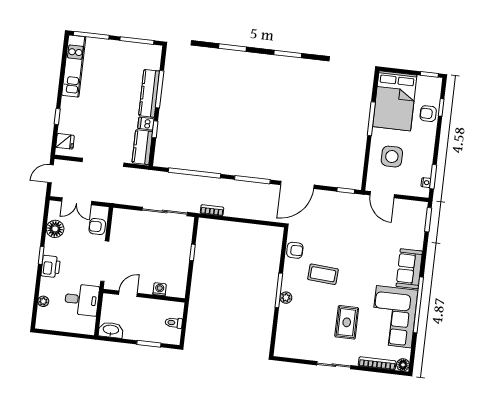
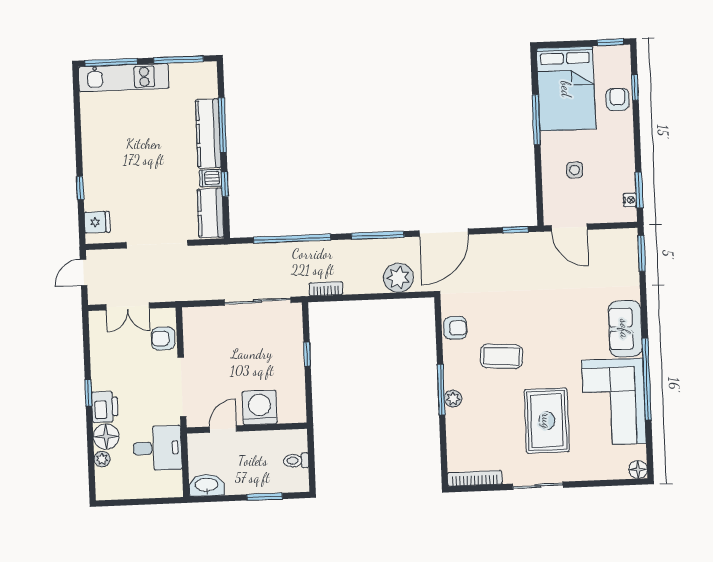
kitchen unit: (74, 66) -> (124, 78), moved, turned 90
armchair: (428, 114) -> (618, 99), turned 90
side table: (392, 157) -> (575, 170), width x0.54, depth x0.54
plant: (262, 211) -> (398, 278), added
floor lamp: (55, 229) -> (106, 437), moved
washing machine: (160, 289) -> (260, 408), width x1.89, depth x1.89
rug: (347, 322) -> (547, 421), width x1.36, depth x1.43
bookcase: (377, 363) -> (475, 478), moved

